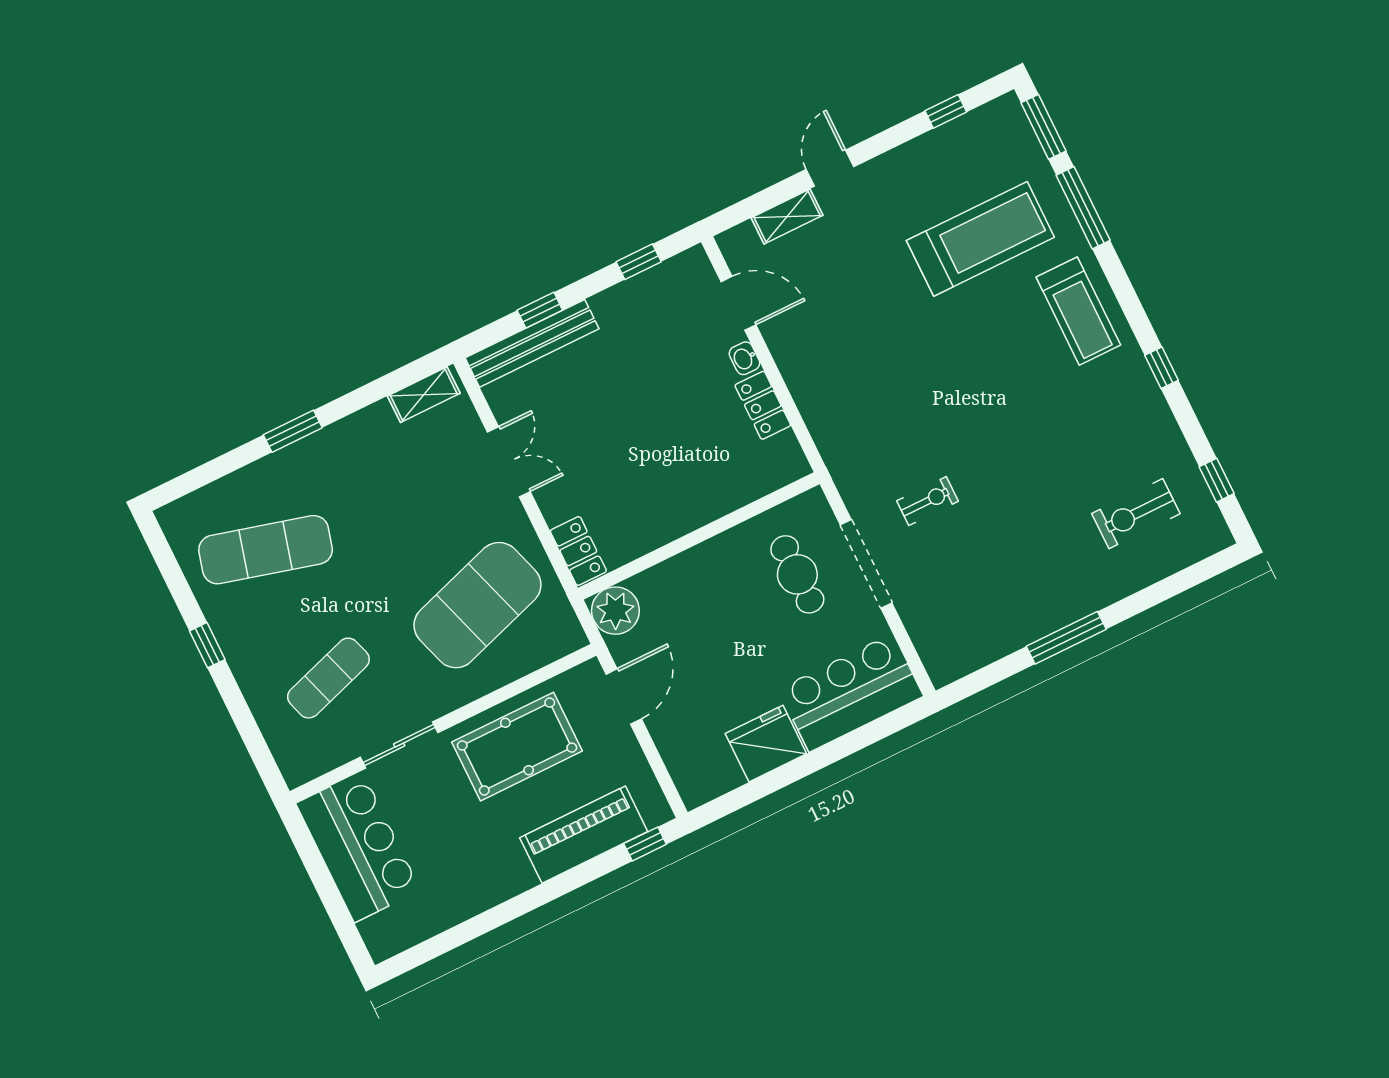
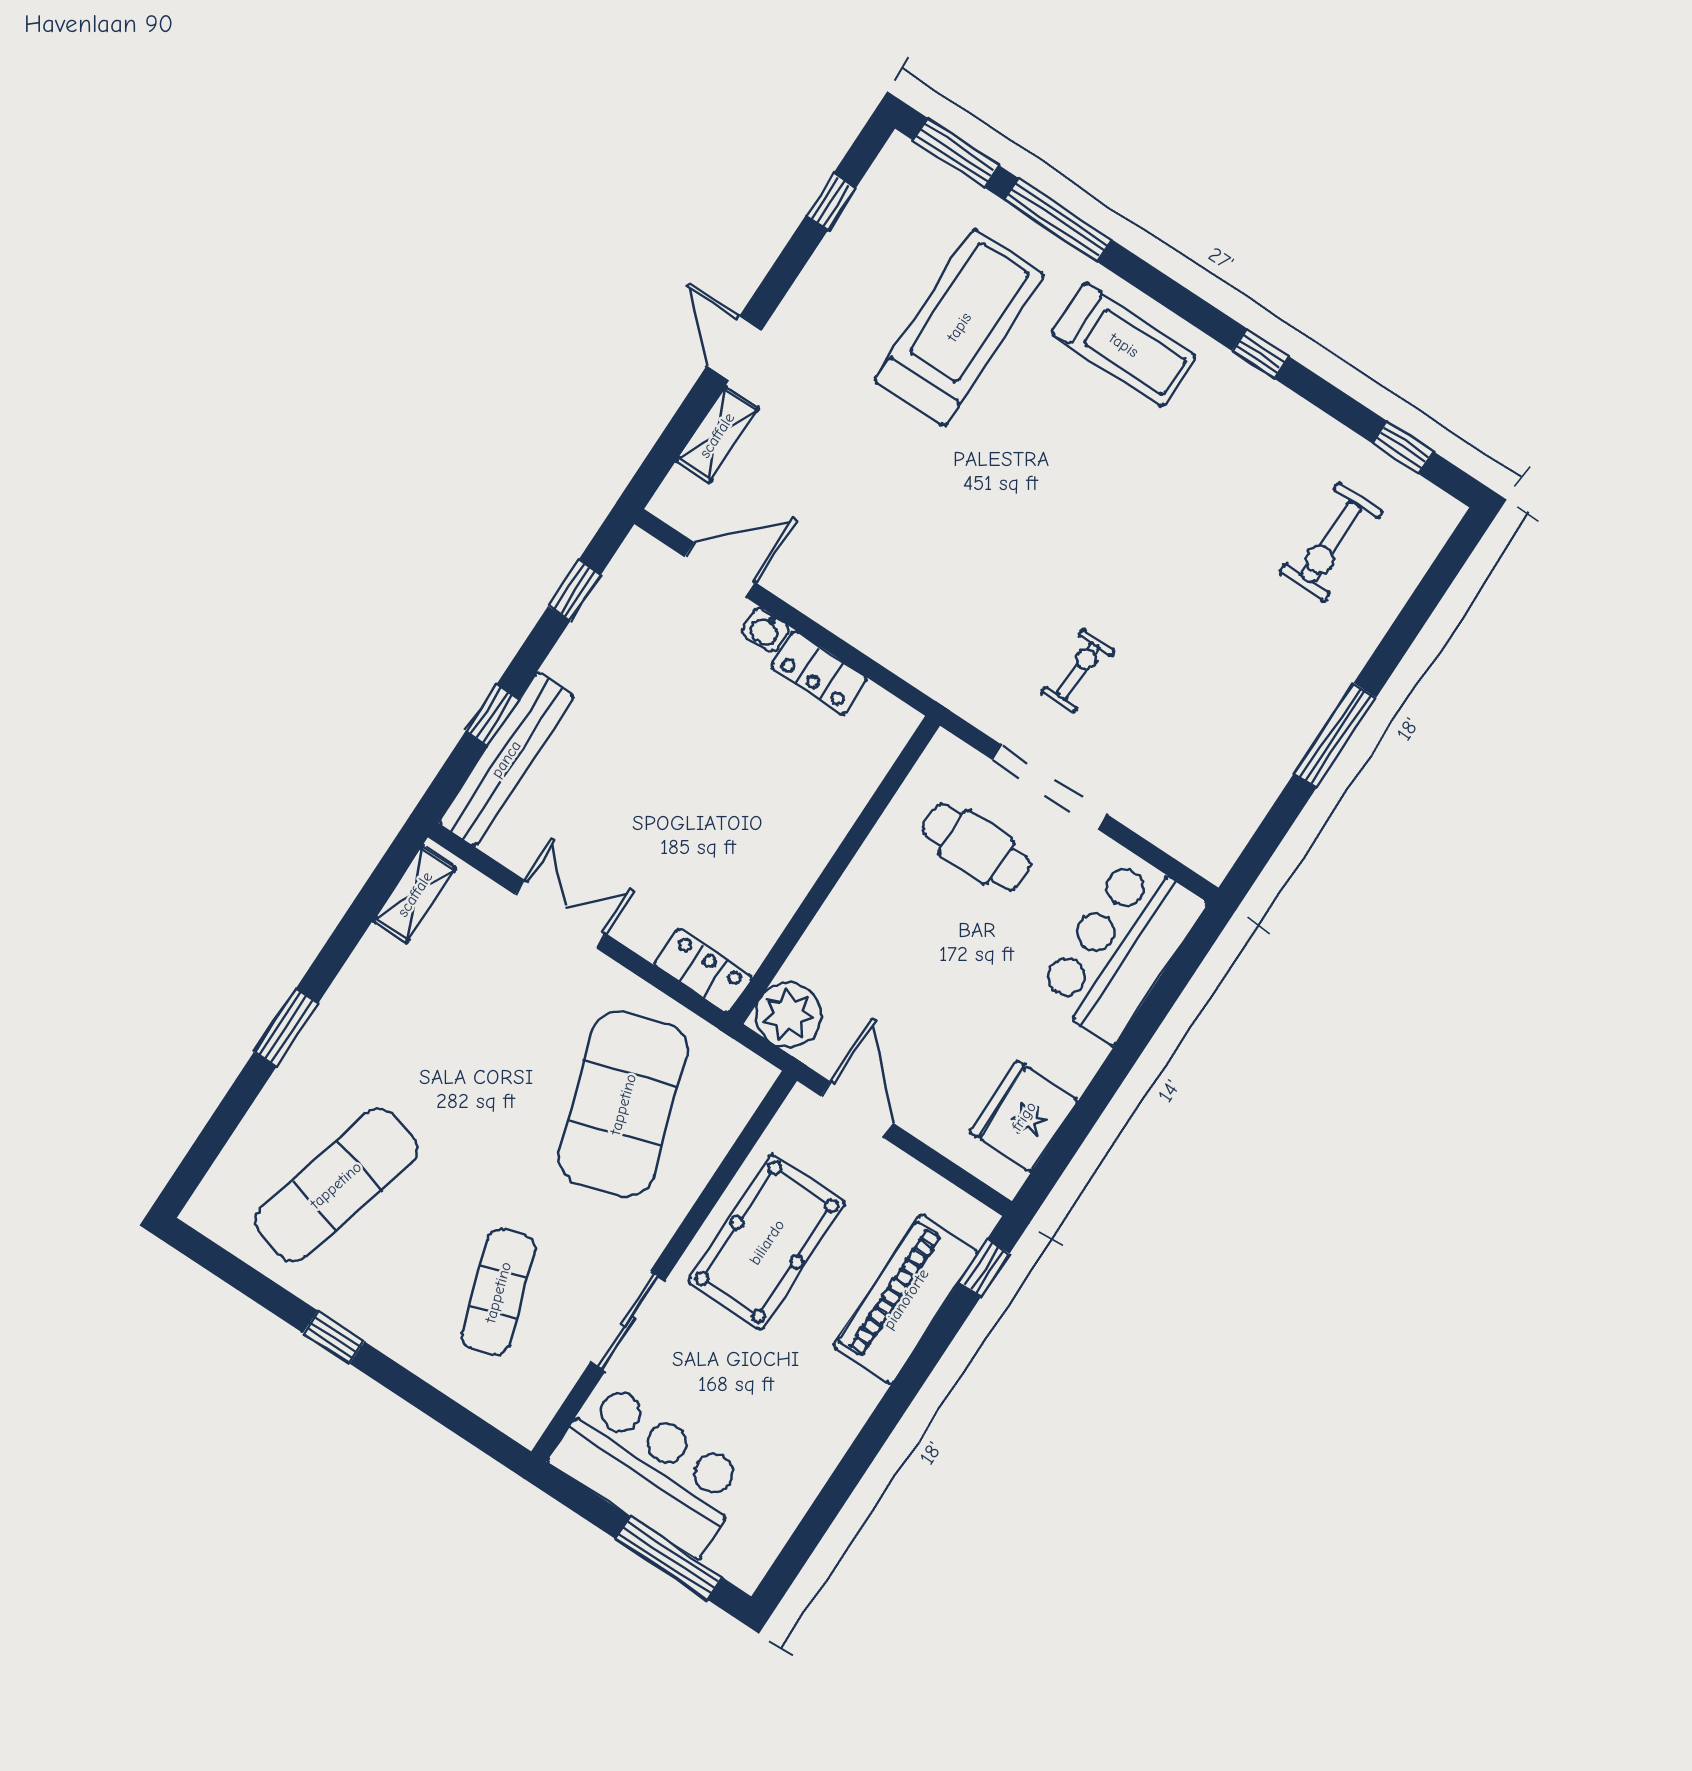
fridge: (766, 744) -> (1024, 1116), moved
window: (337, 910) -> (669, 1558), added

